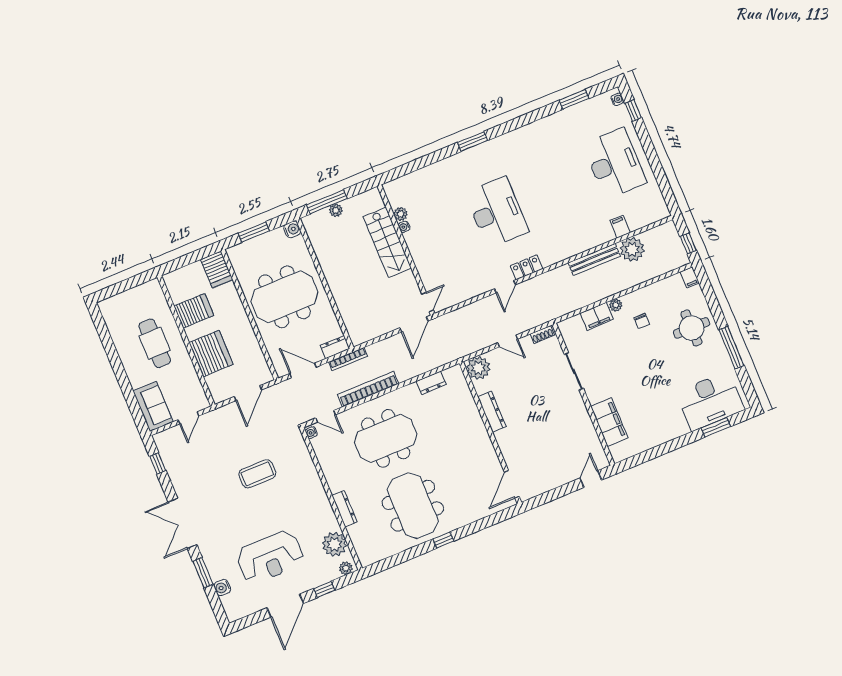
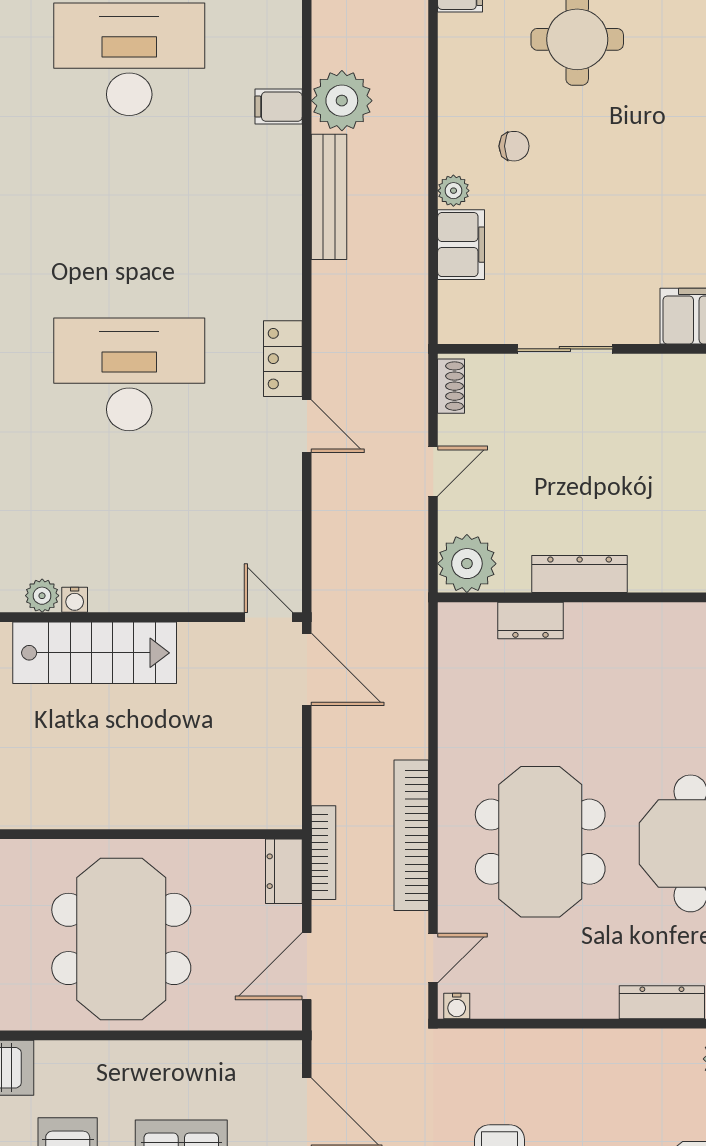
dresser: (431, 383) -> (530, 621), moved, turned 90

